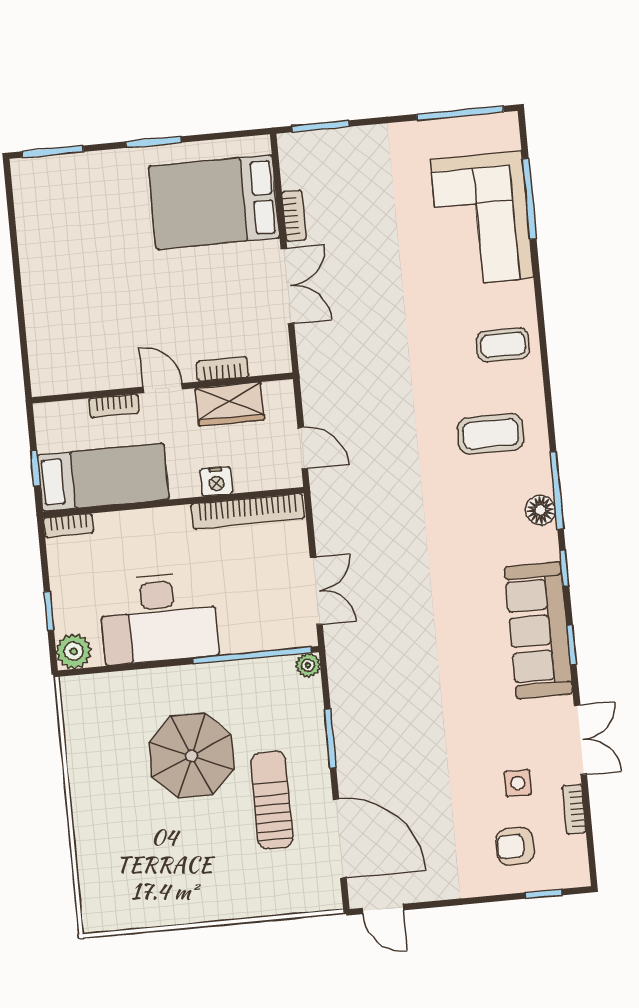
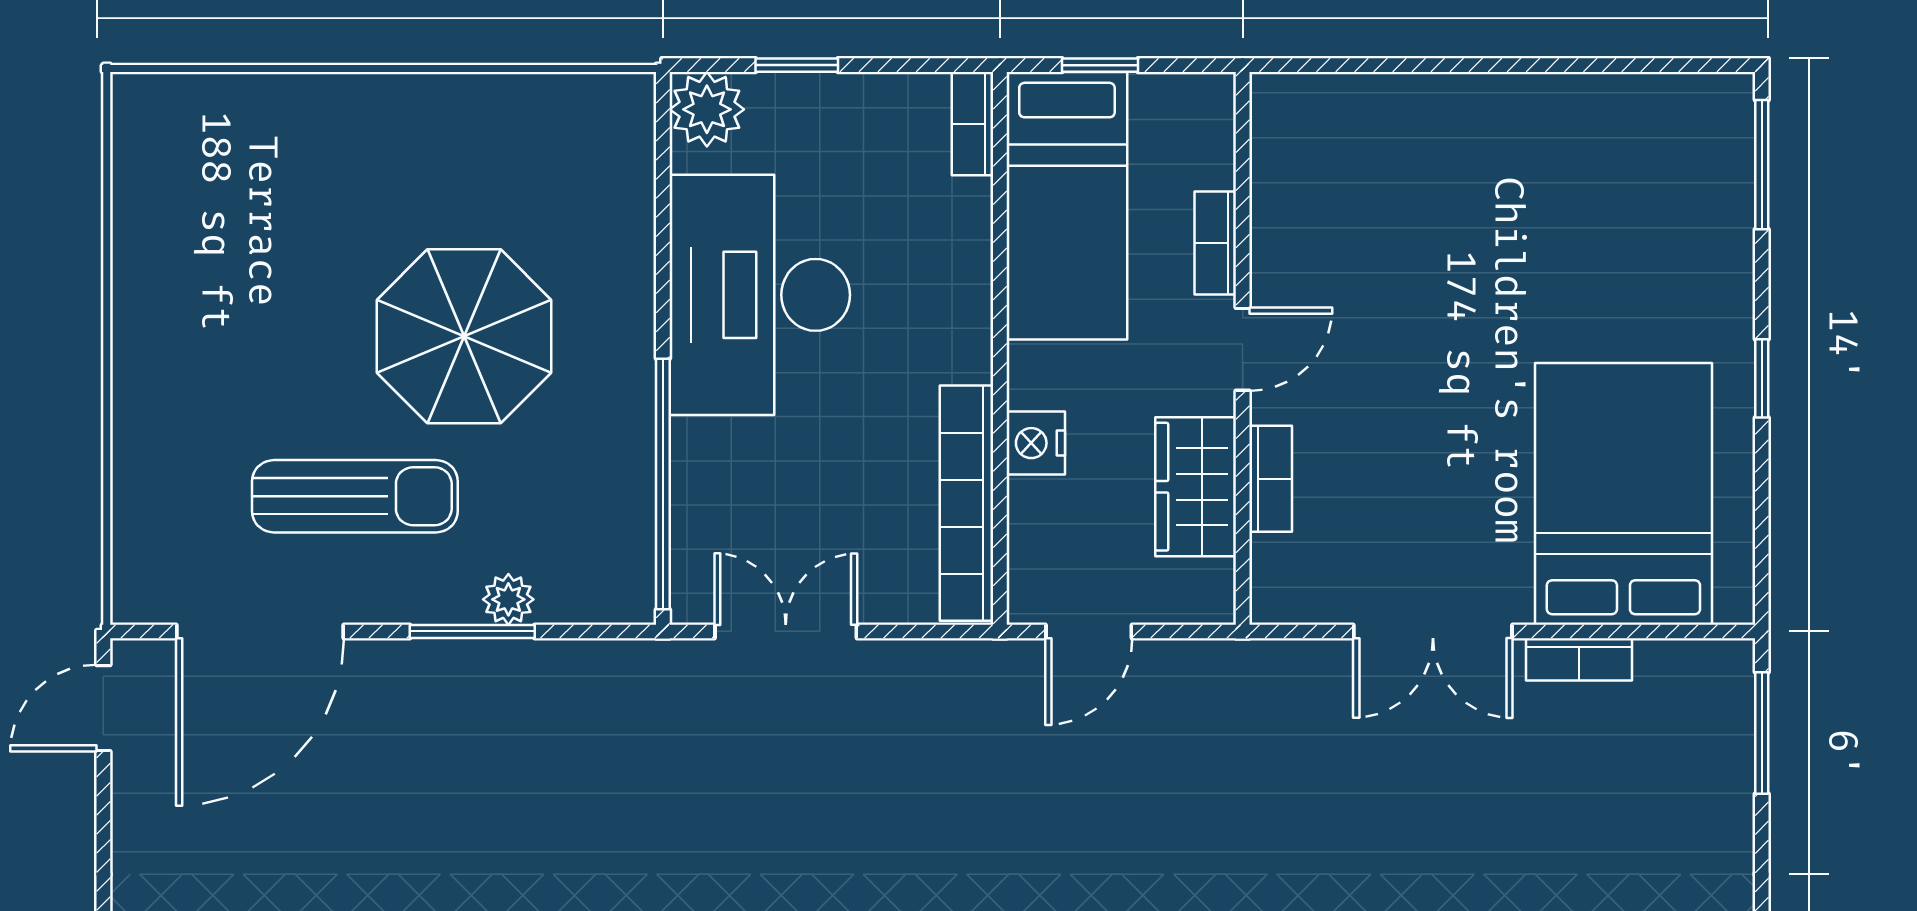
window: (153, 142) -> (1762, 378), width x0.67
double door: (316, 591) -> (786, 631), swing flipped
plant: (308, 665) -> (508, 599), moved

